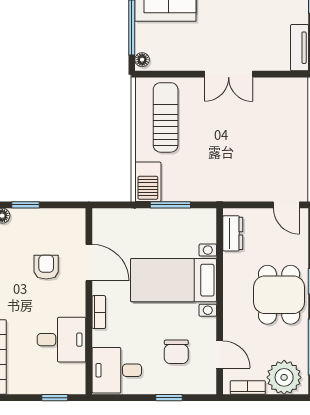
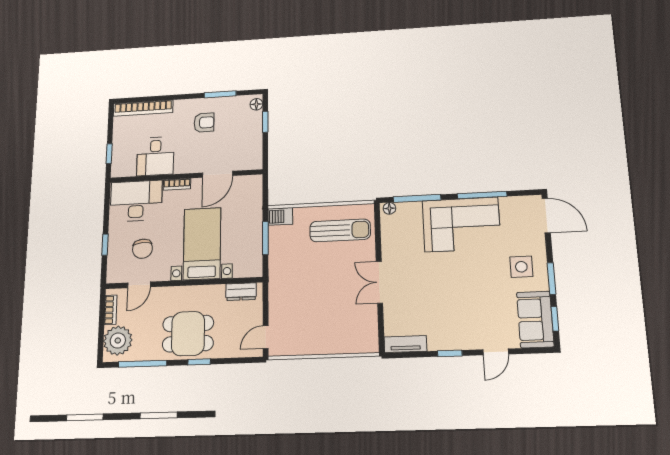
barbecue: (148, 182) -> (280, 216), width x0.73, depth x0.79
armchair: (46, 267) -> (204, 123), moved
chair: (176, 352) -> (142, 249), turned -93
desk: (117, 370) -> (136, 201), width x1.37

